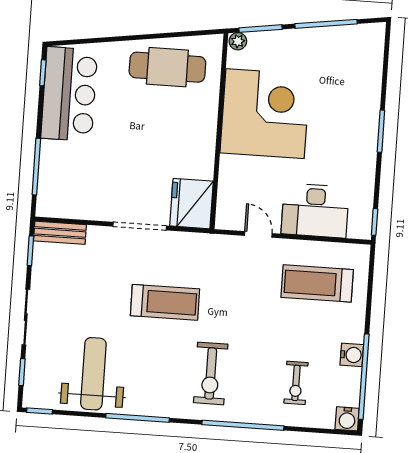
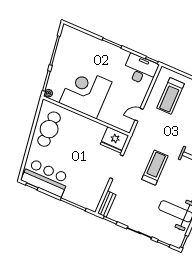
desk: (315, 210) -> (140, 70), moved, turned -90

